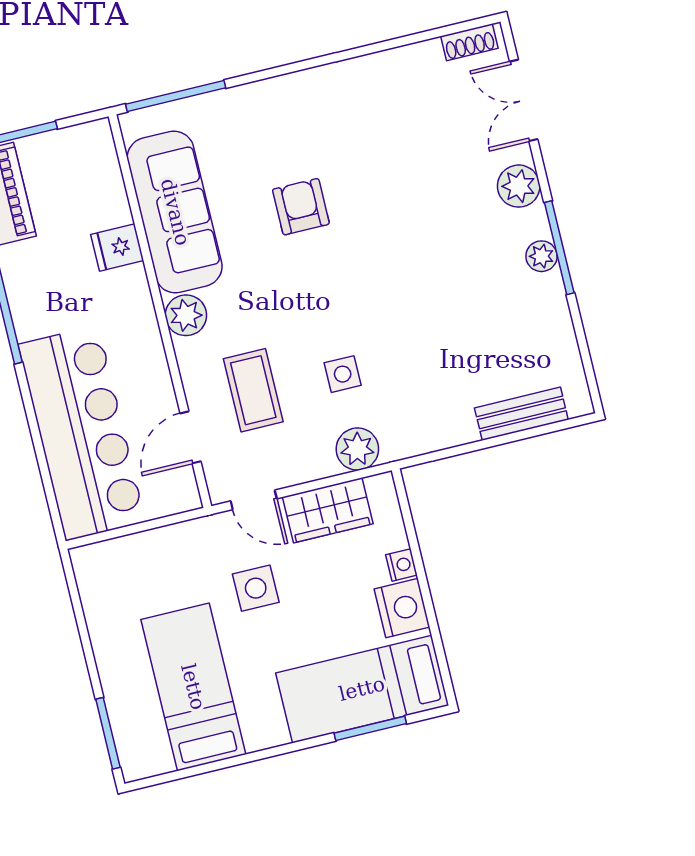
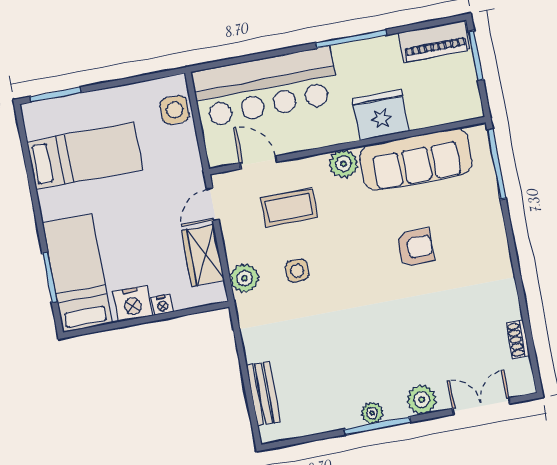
shoe rack: (469, 42) -> (518, 339), moved
fridge: (117, 247) -> (381, 115), width x1.88, depth x1.34
side table: (256, 588) -> (175, 110), moved

